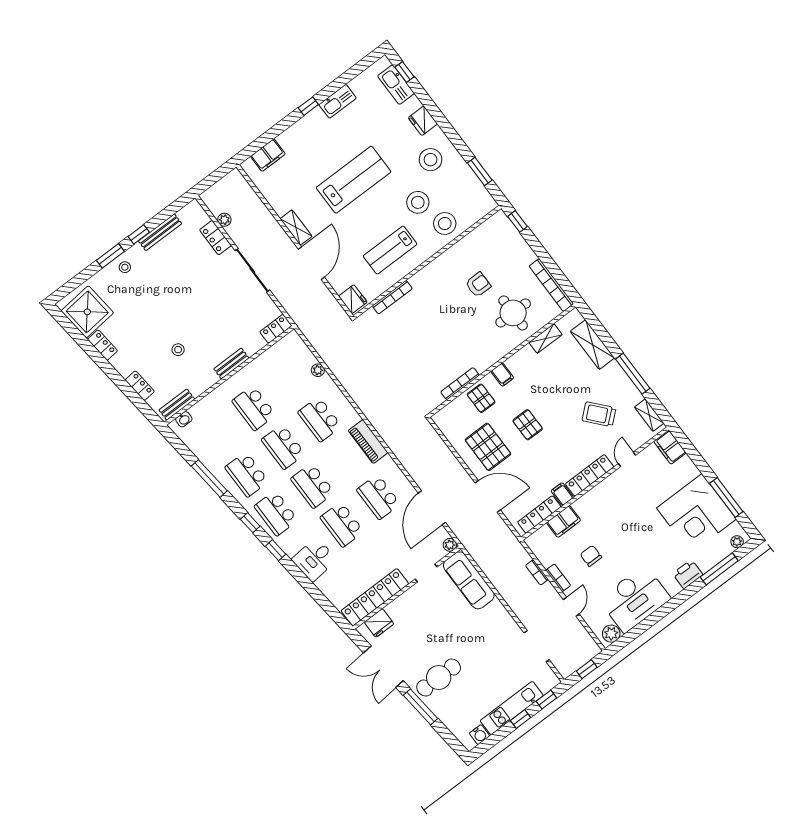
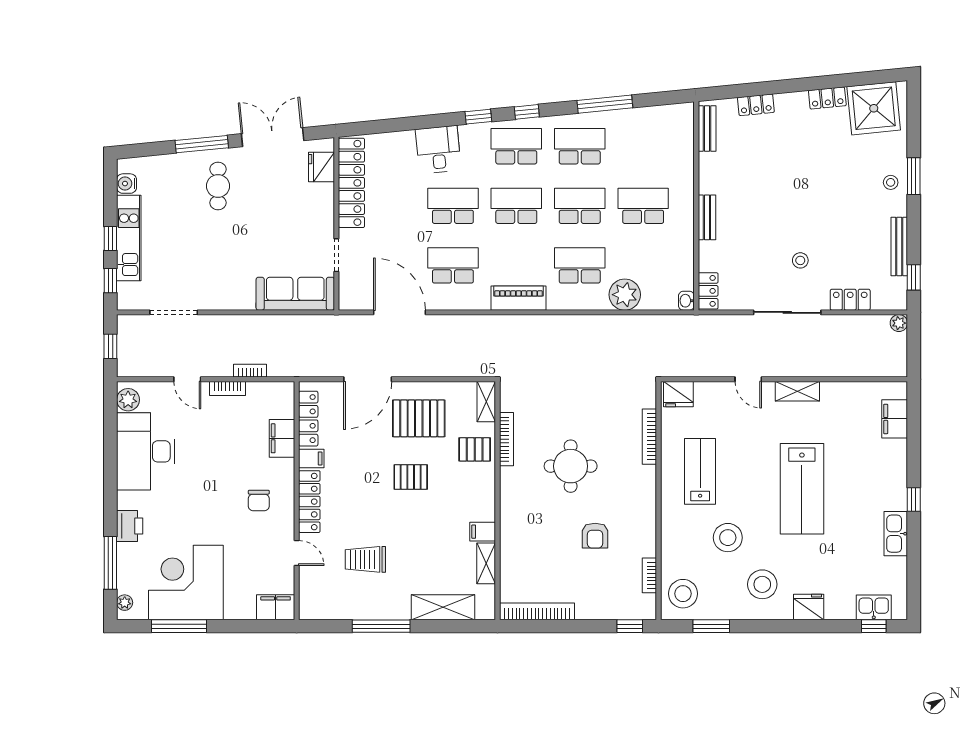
kitchen sink: (396, 85) -> (874, 607), width x0.73
plant: (224, 220) -> (899, 323), moved
stool: (445, 223) -> (683, 594), moved
bookcase: (477, 233) -> (649, 575), added
window: (139, 234) -> (914, 277), moved
door: (311, 263) -> (748, 379), width x0.53
round table: (513, 313) -> (571, 466), moved
stool: (178, 350) -> (800, 260), moved
plant: (318, 370) -> (625, 295), width x1.88, depth x1.88
filing cabinet: (502, 375) -> (483, 532), moved
trolley: (599, 414) -> (365, 559), turned -139
shelving: (649, 415) -> (486, 402), moved, turned 90
washbasin: (184, 419) -> (686, 301), moved
plant: (450, 545) -> (347, 302), removed
chair: (591, 556) -> (259, 500), moved, turned 90
cafe table: (439, 678) -> (218, 186), width x0.73, depth x0.74

